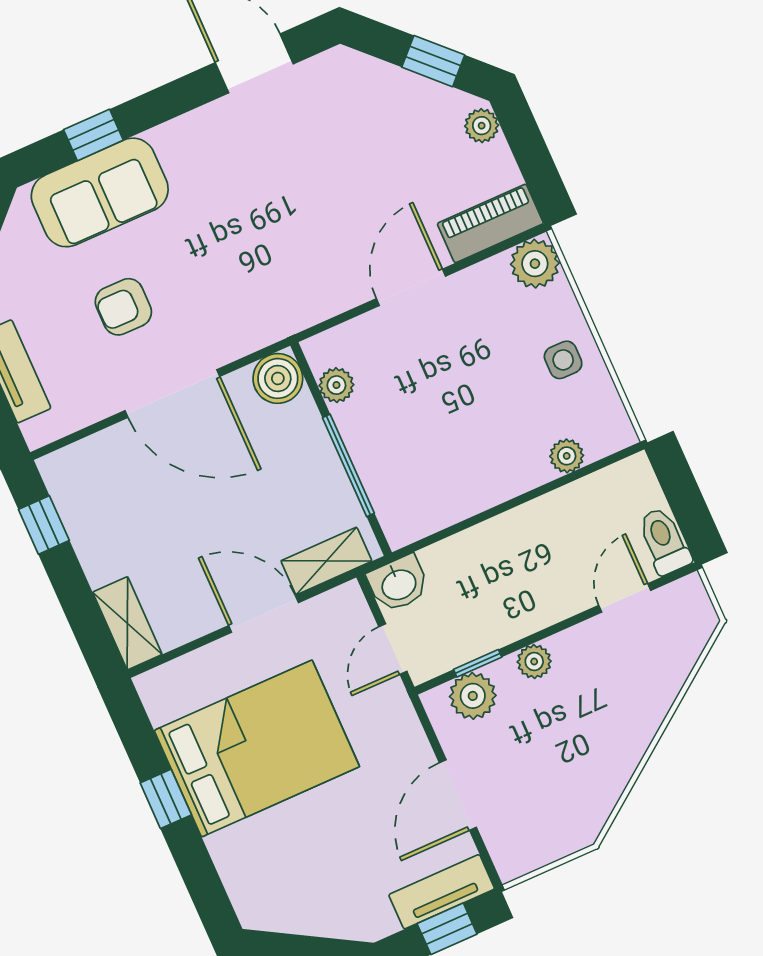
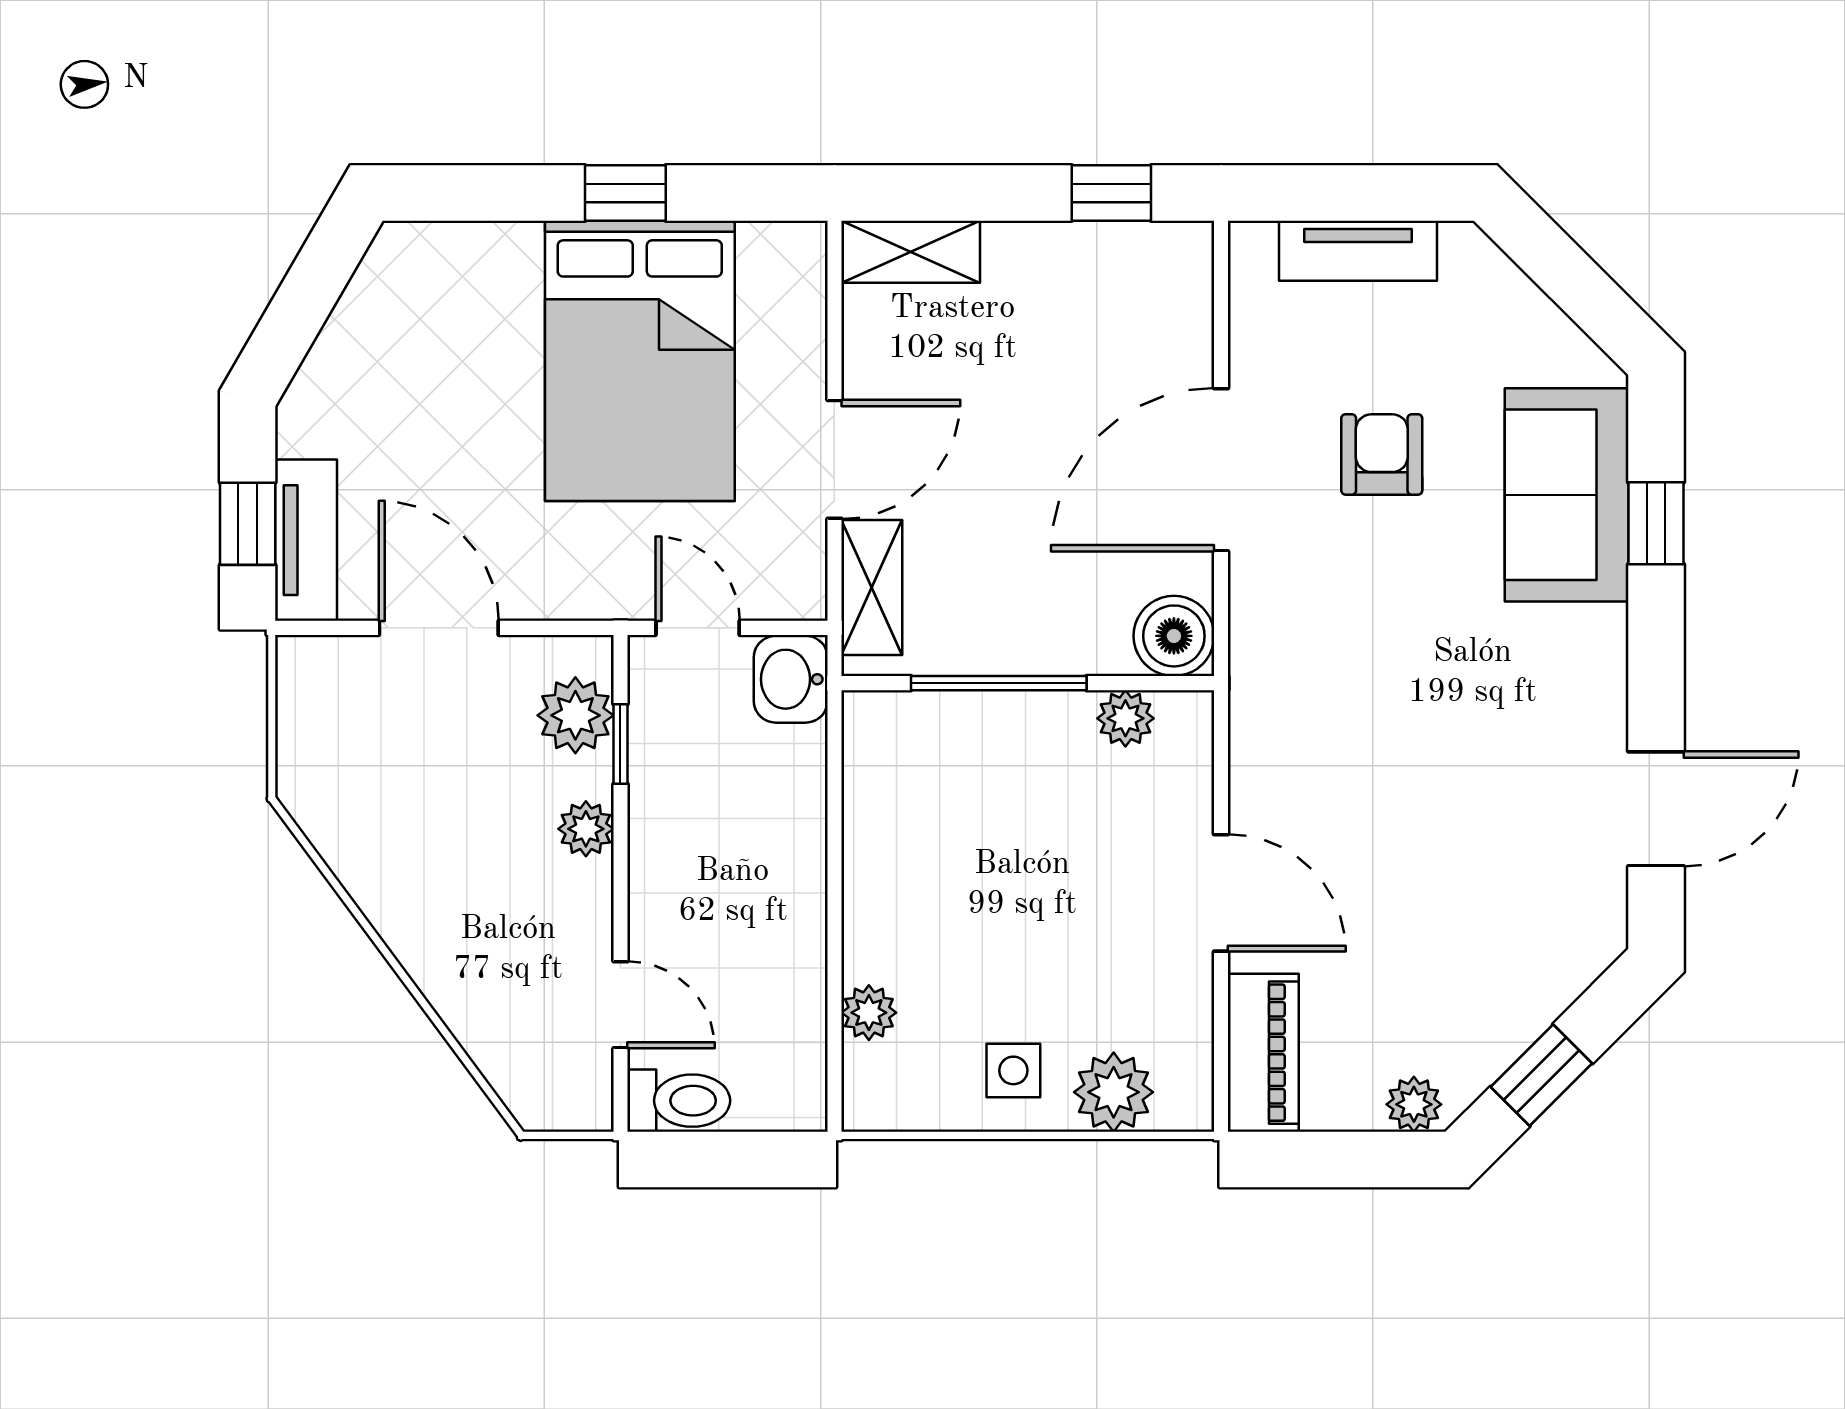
plant: (535, 264) -> (1114, 1092), moved

